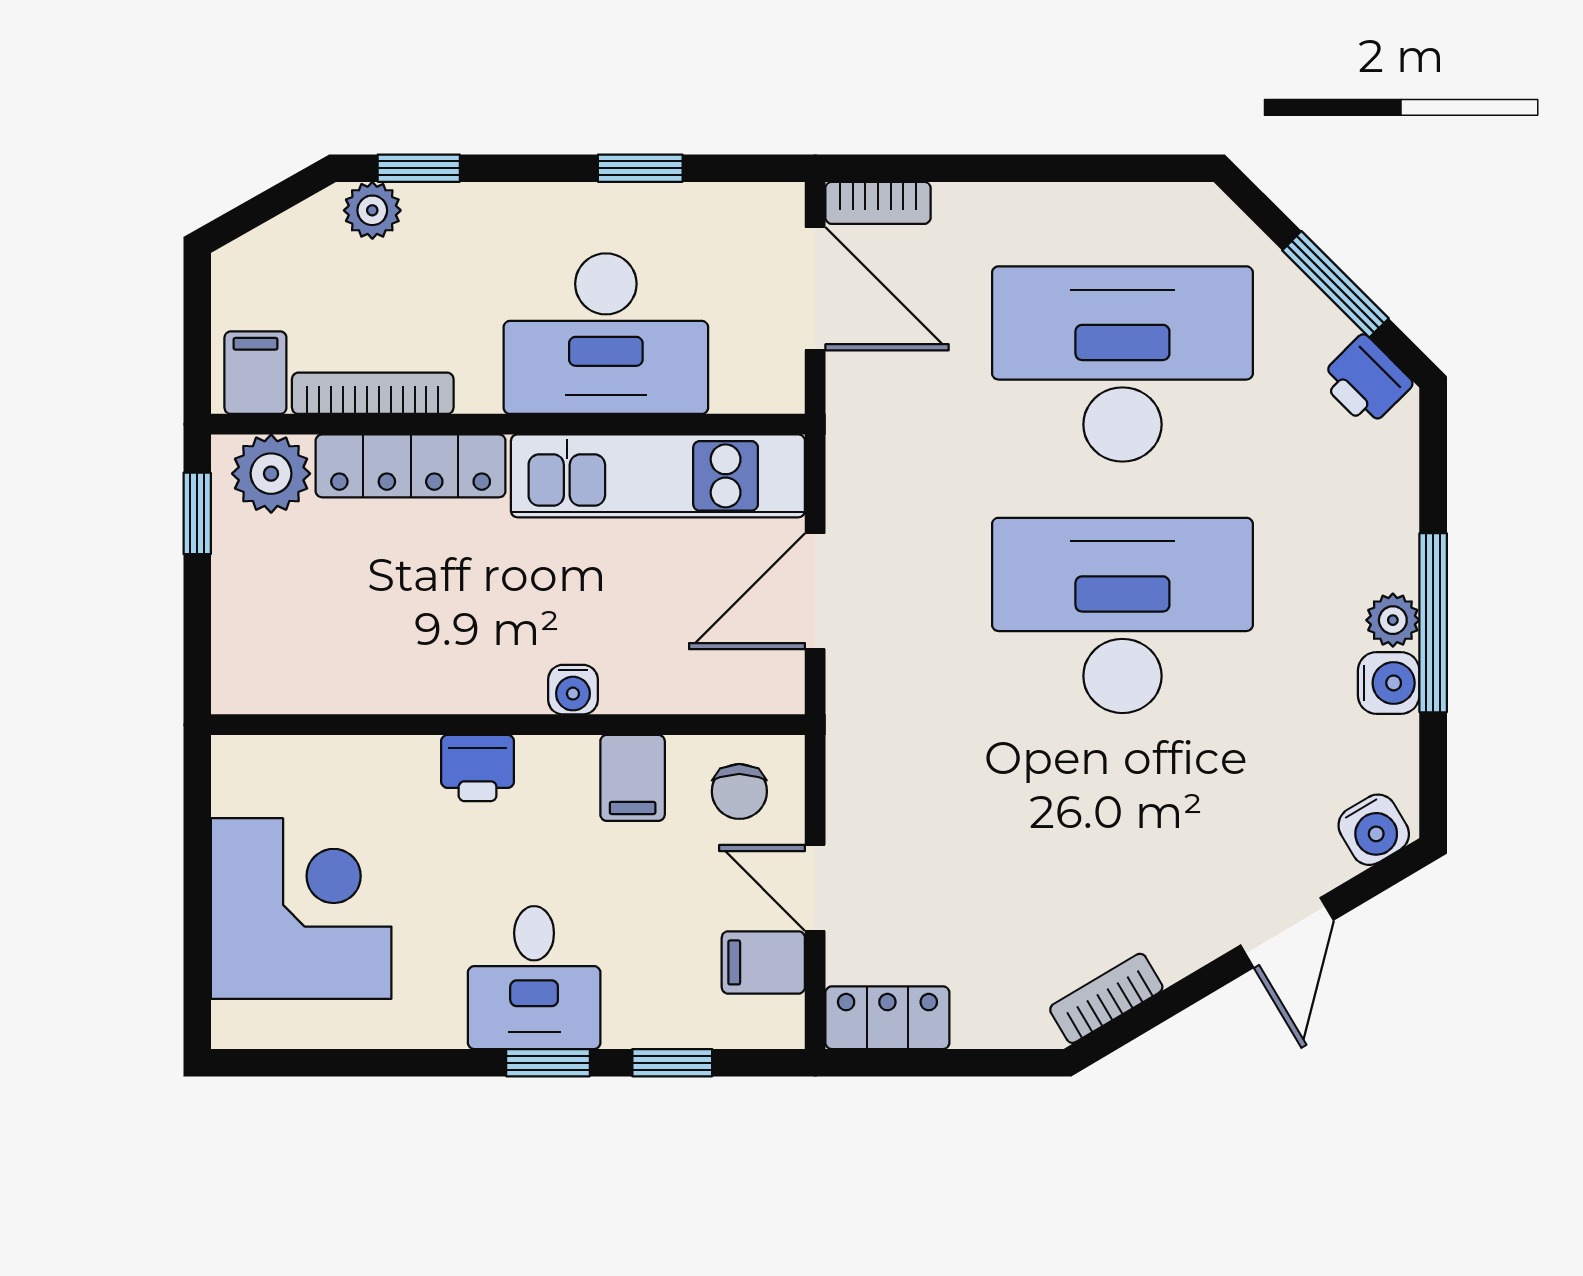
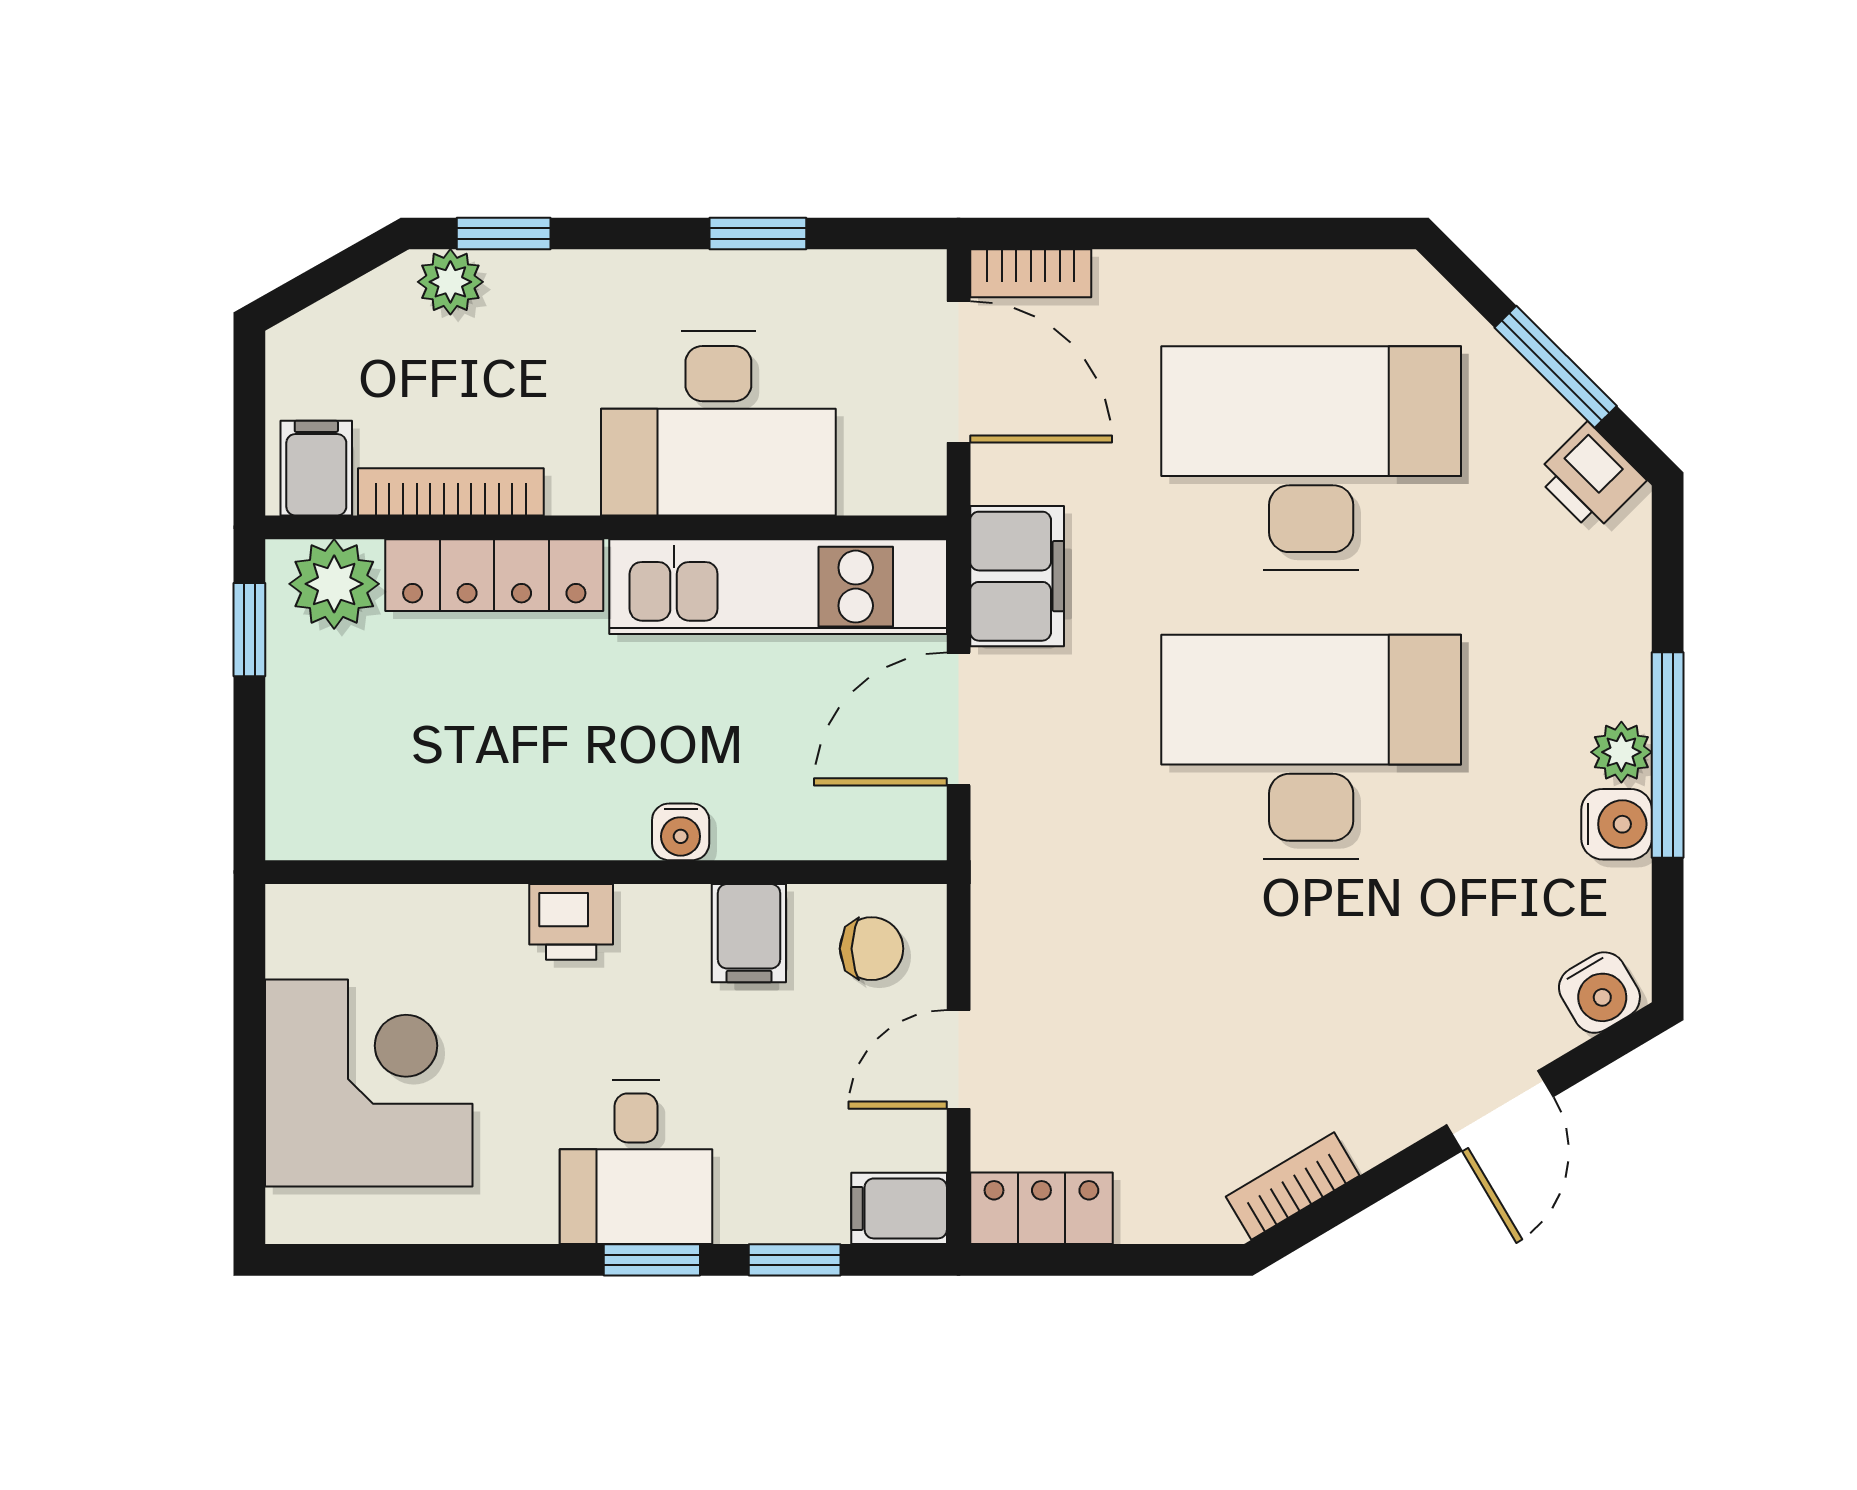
filing cabinet: (866, 467) -> (1017, 576), added
chair: (739, 791) -> (872, 949), turned -90
door: (815, 888) -> (959, 1059), hinge flipped
filing cabinet: (763, 962) -> (899, 1208), moved

